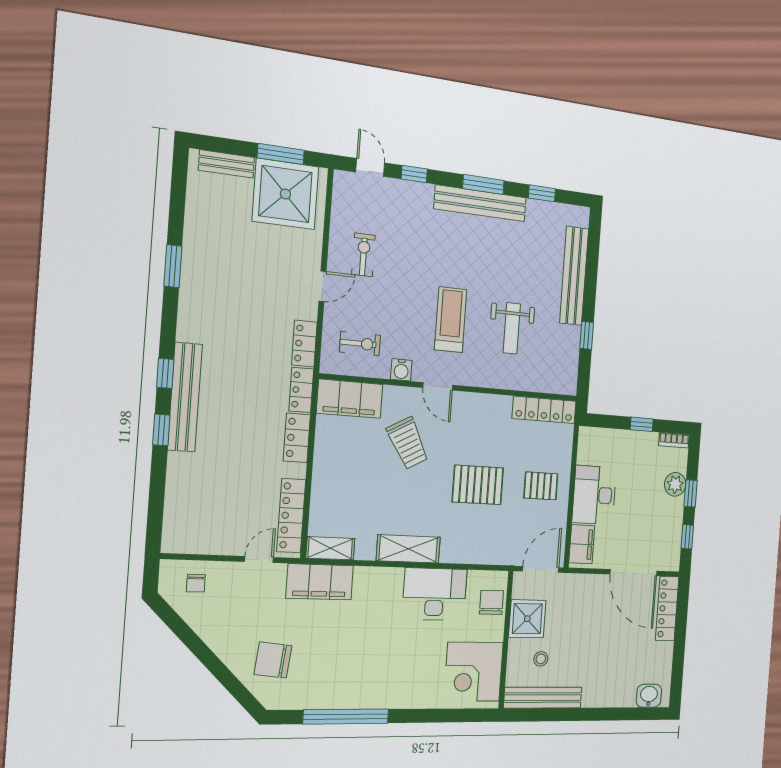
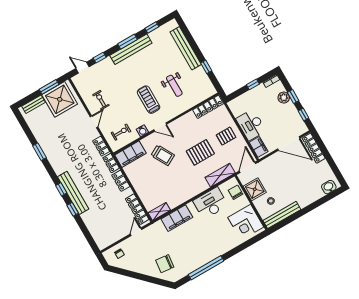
shelving: (408, 549) -> (220, 175), moved
filing cabinet: (320, 582) -> (177, 218), moved

